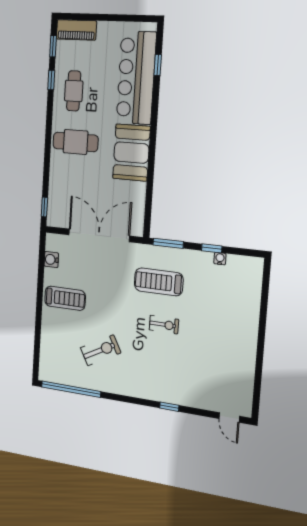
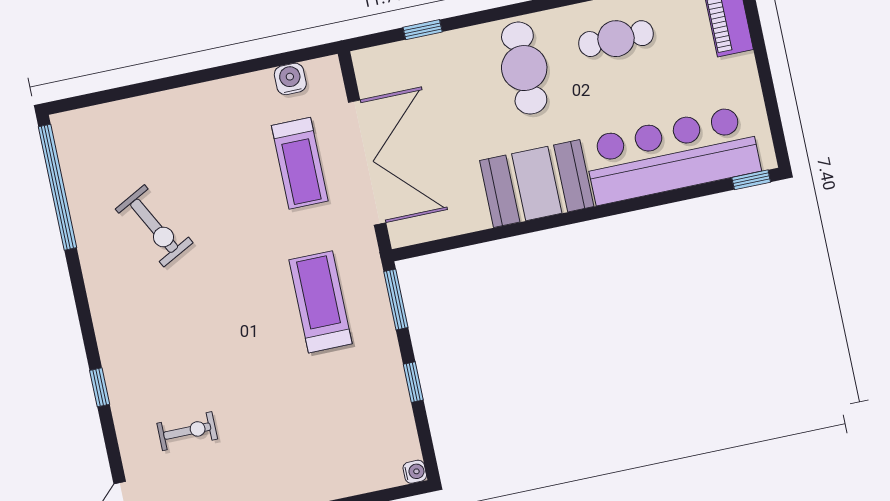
window: (158, 65) -> (751, 180), moved
window: (44, 207) -> (423, 30), moved
water cooler: (220, 259) -> (415, 472), moved
treadmill: (65, 298) -> (300, 163), moved
exercise bike: (164, 325) -> (187, 431), moved, turned -90

